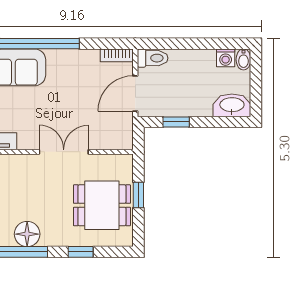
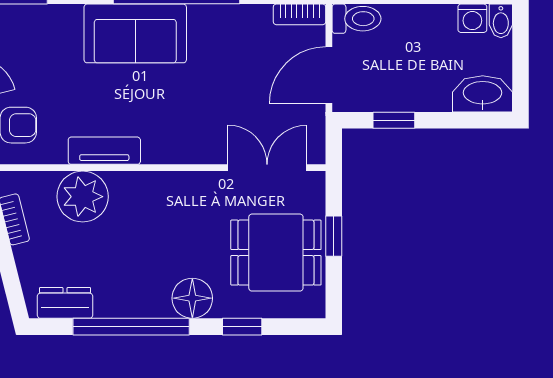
double door: (64, 152) -> (267, 168), moved
floor lamp: (27, 234) -> (192, 298), moved

